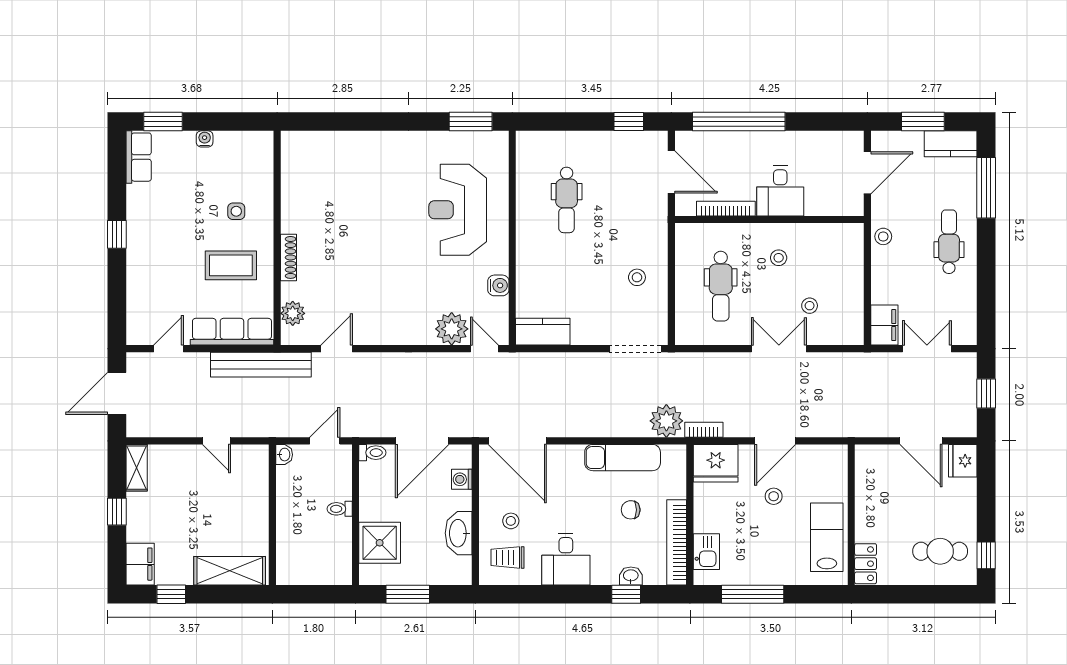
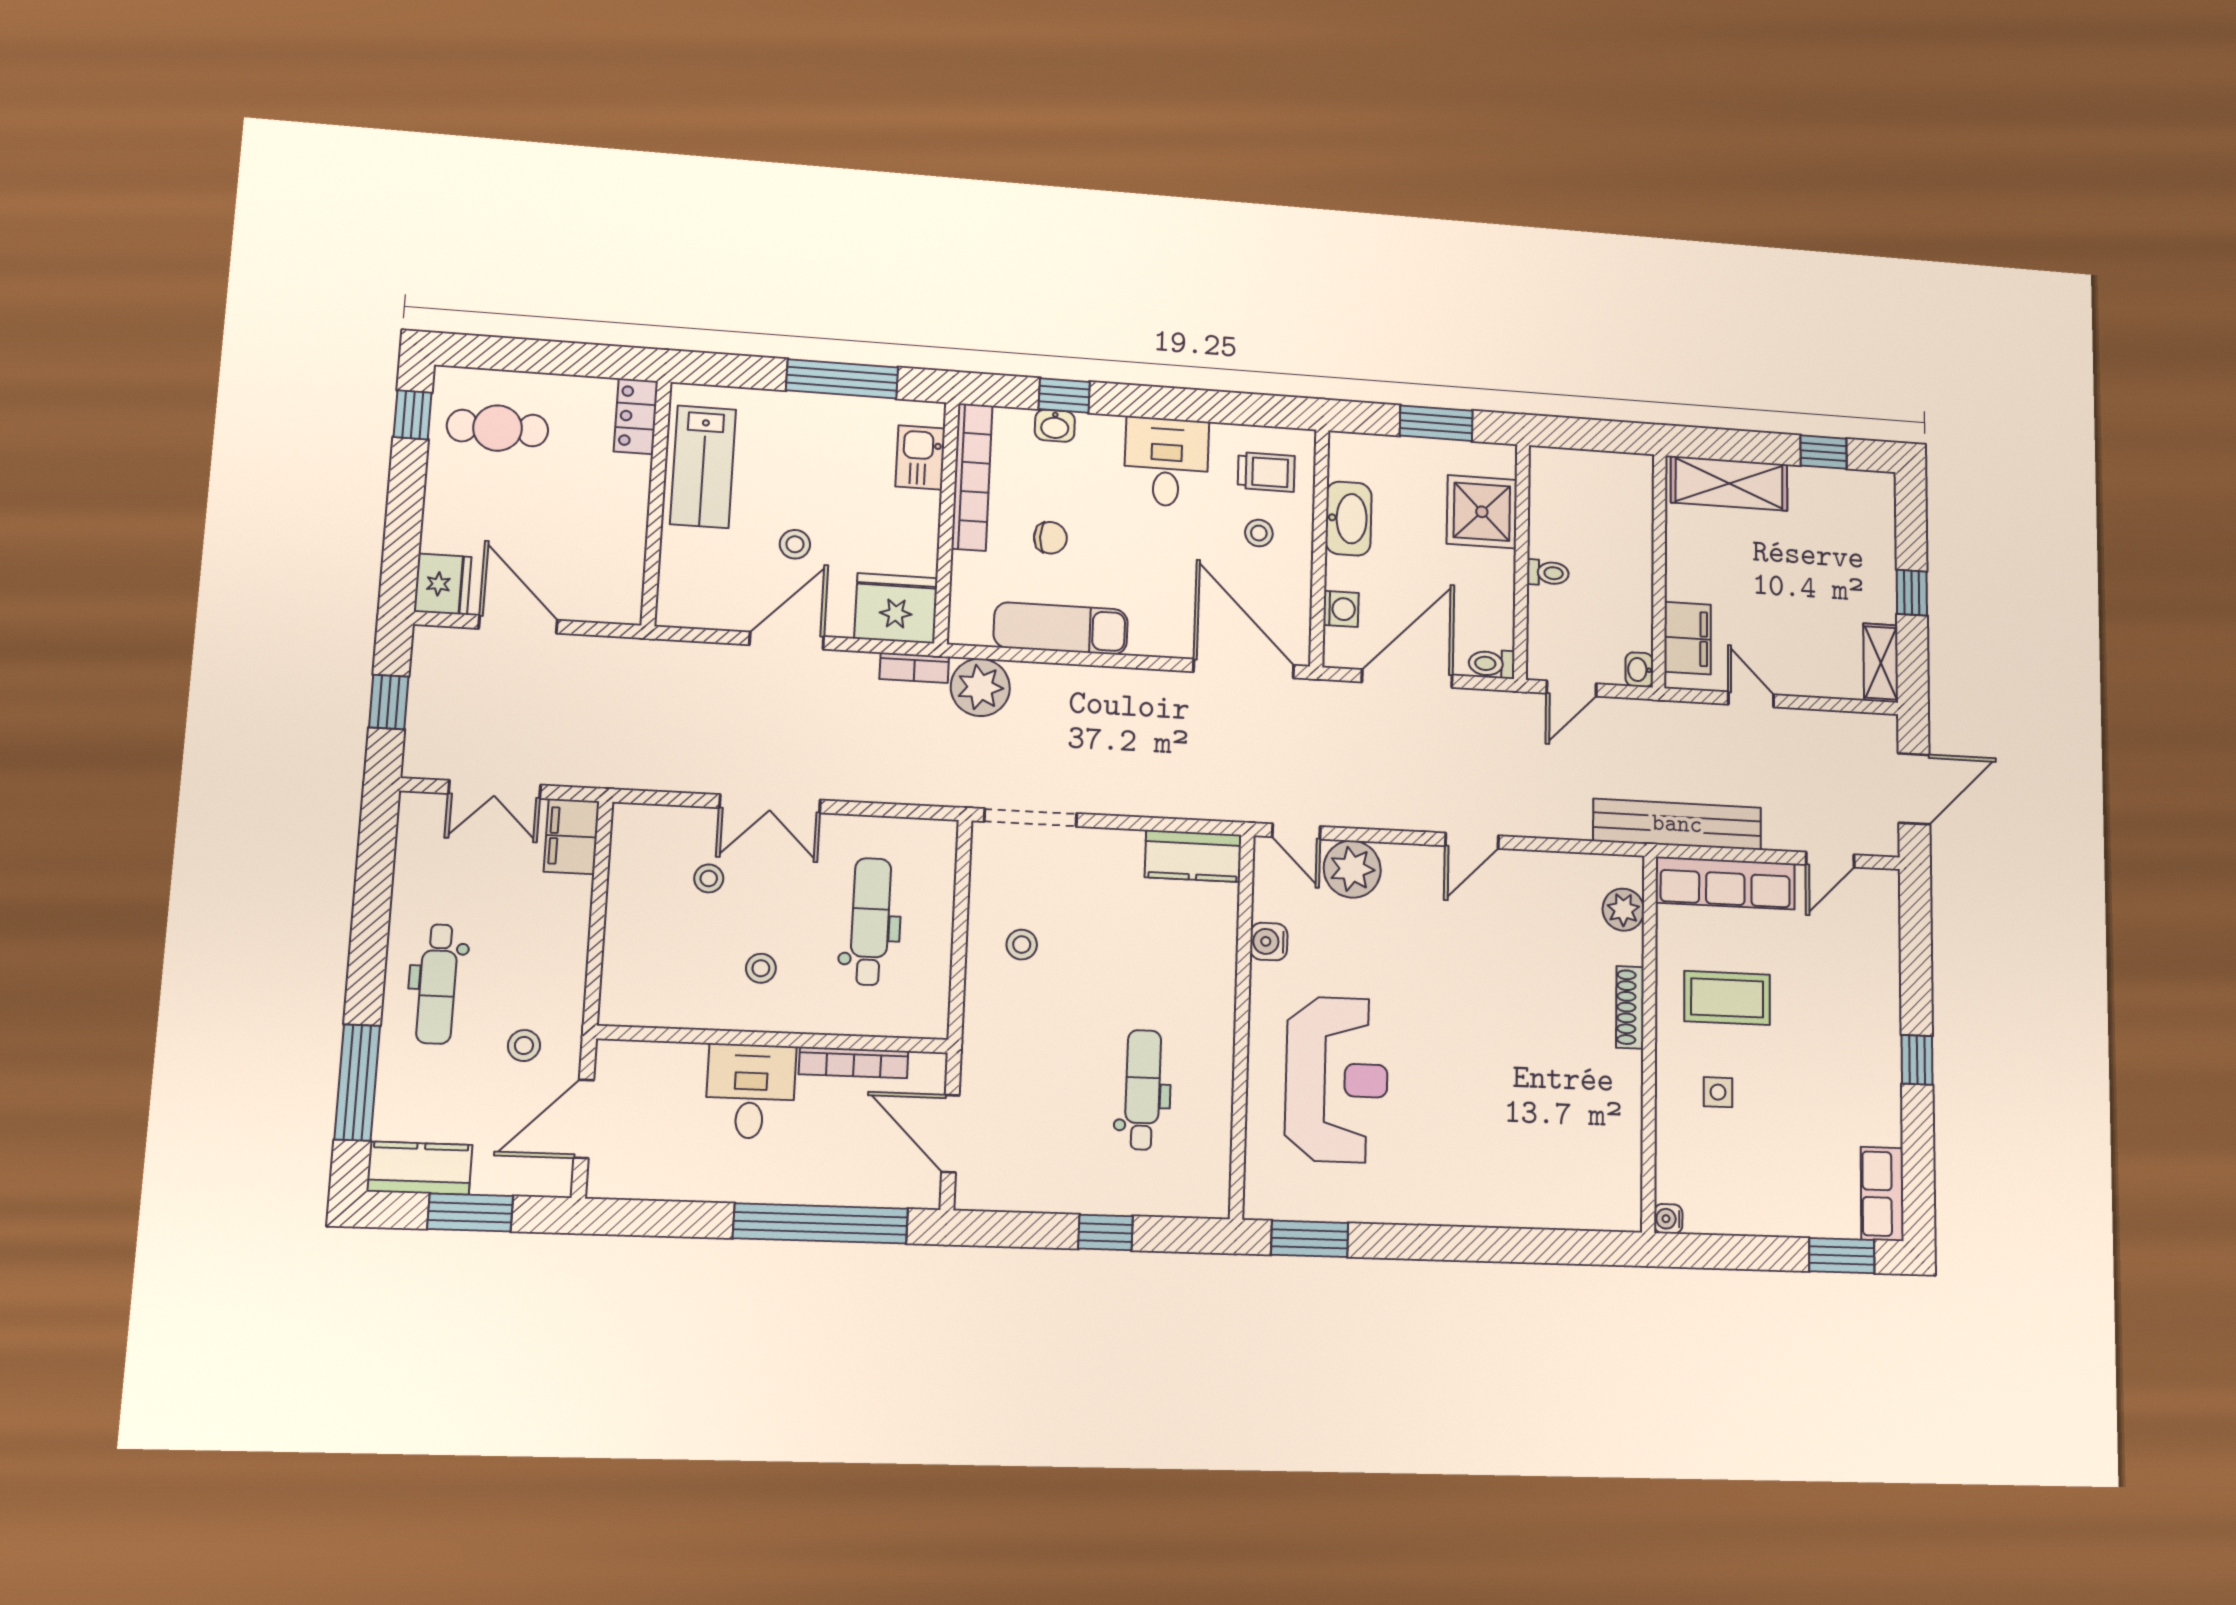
window: (629, 121) -> (1106, 1232), moved
water cooler: (205, 139) -> (1668, 1219), moved, turned 90
stool: (883, 236) -> (524, 1046), moved
door: (337, 349) -> (1472, 841), moved
filing cabinet: (140, 564) -> (1688, 638), moved, turned 180

